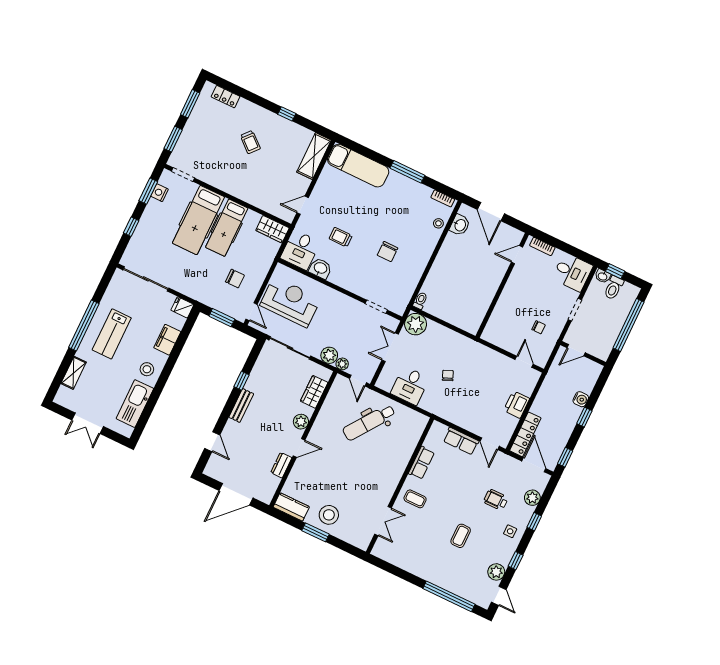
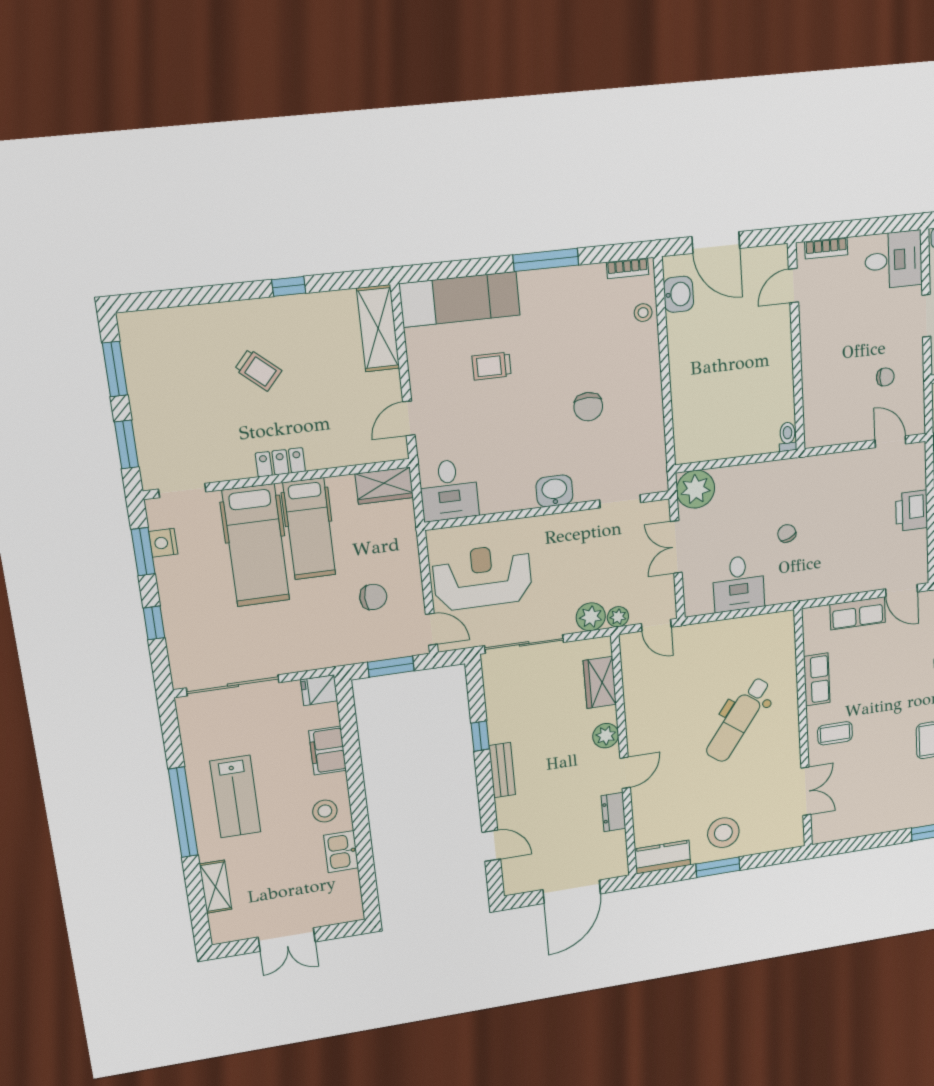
locker: (226, 97) -> (280, 462), moved, turned 180
trolley: (341, 237) -> (492, 366), moved
washbasin: (320, 268) -> (554, 491), moved
toilet: (420, 301) -> (788, 437), moved
kitchen sink: (135, 404) -> (341, 852), width x0.53, depth x0.81
dental chair: (369, 422) -> (739, 720), moved

